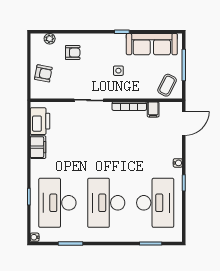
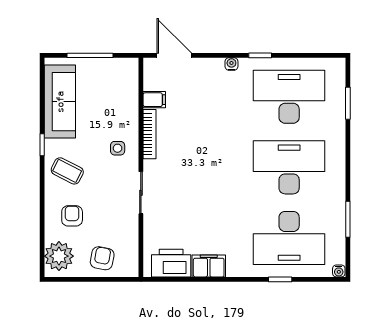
plant: (50, 39) -> (59, 256), width x1.87, depth x1.87
side table: (118, 71) -> (118, 148), moved
coffee table: (167, 85) -> (67, 171), moved
desk: (106, 203) -> (289, 167), turned 180

